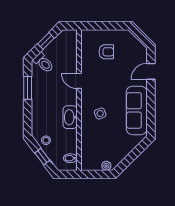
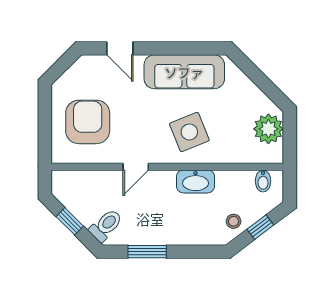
armchair: (106, 52) -> (88, 122), width x1.88, depth x1.88
side table: (100, 113) -> (189, 132), width x1.87, depth x1.87
plant: (106, 166) -> (268, 129), width x1.87, depth x1.87

